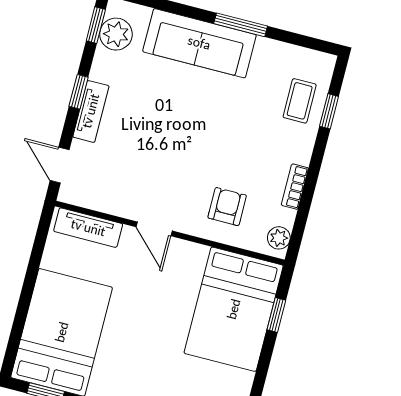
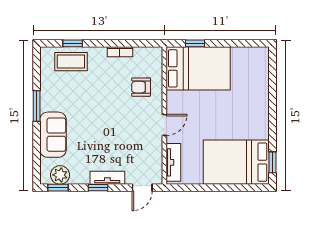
sofa: (199, 43) -> (53, 135), width x0.73
coffee table: (300, 101) -> (71, 62), width x1.36, depth x1.30
plant: (279, 238) -> (151, 53), removed

